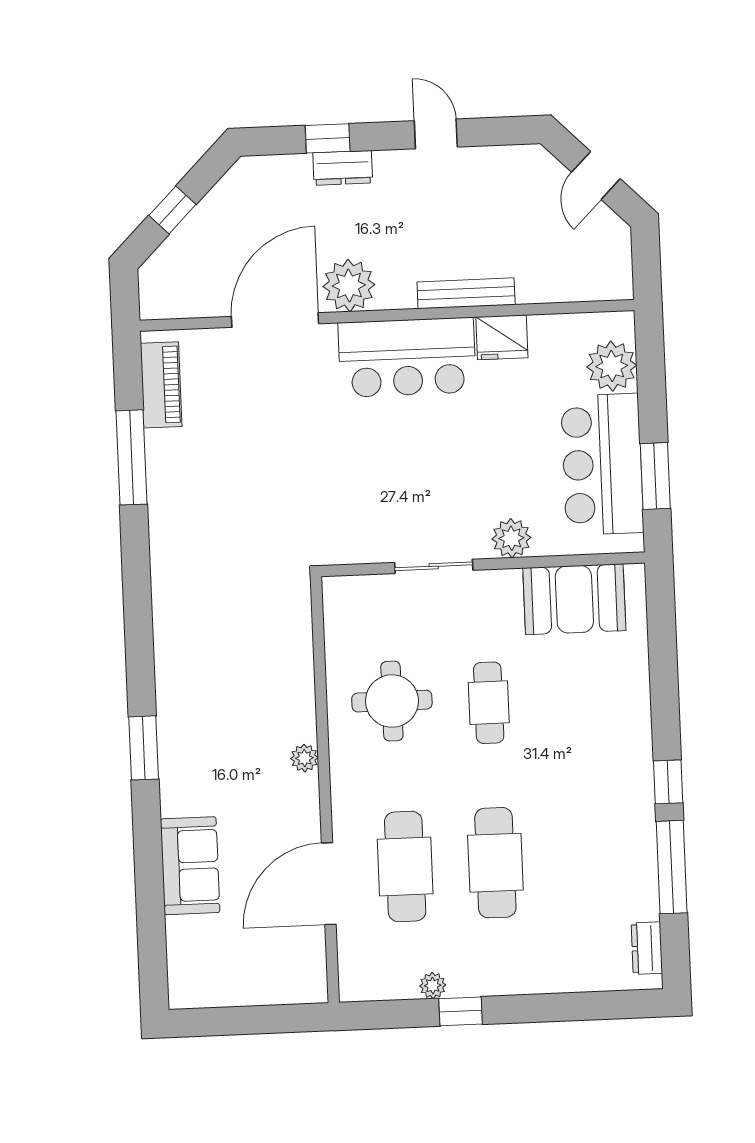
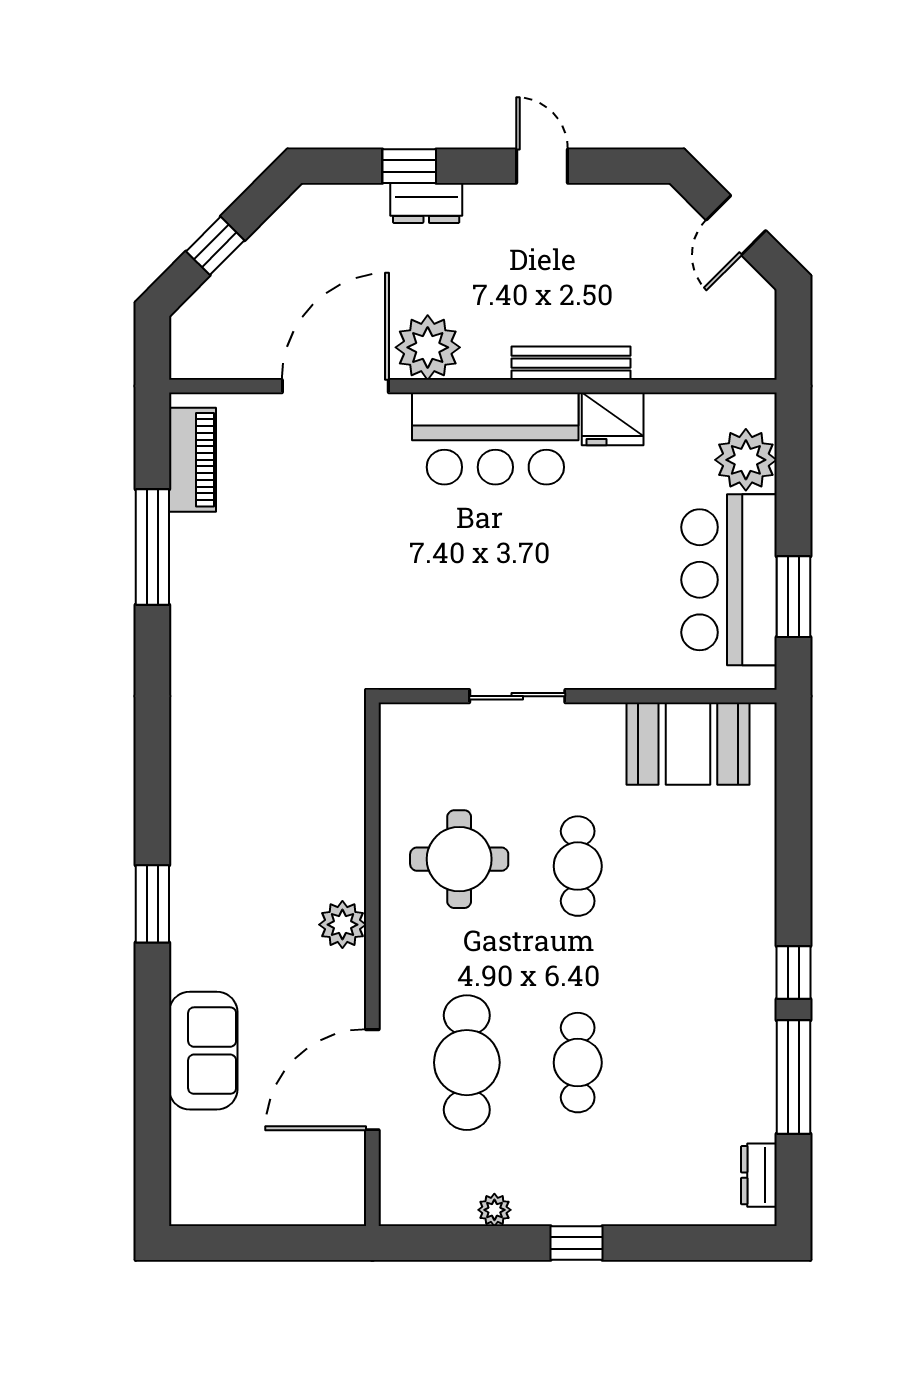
plant: (511, 538) -> (614, 666), removed
plant: (304, 758) -> (342, 925), width x1.38, depth x1.38
cafe table: (495, 863) -> (578, 1063), width x0.73, depth x0.74
window: (461, 1011) -> (577, 1243), moved

